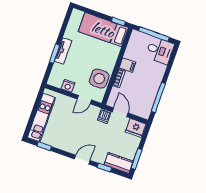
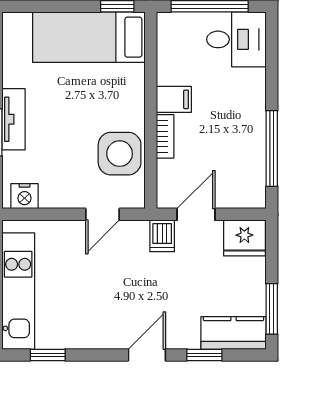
nightstand: (68, 86) -> (25, 196), moved
door: (120, 112) -> (196, 214), hinge flipped

